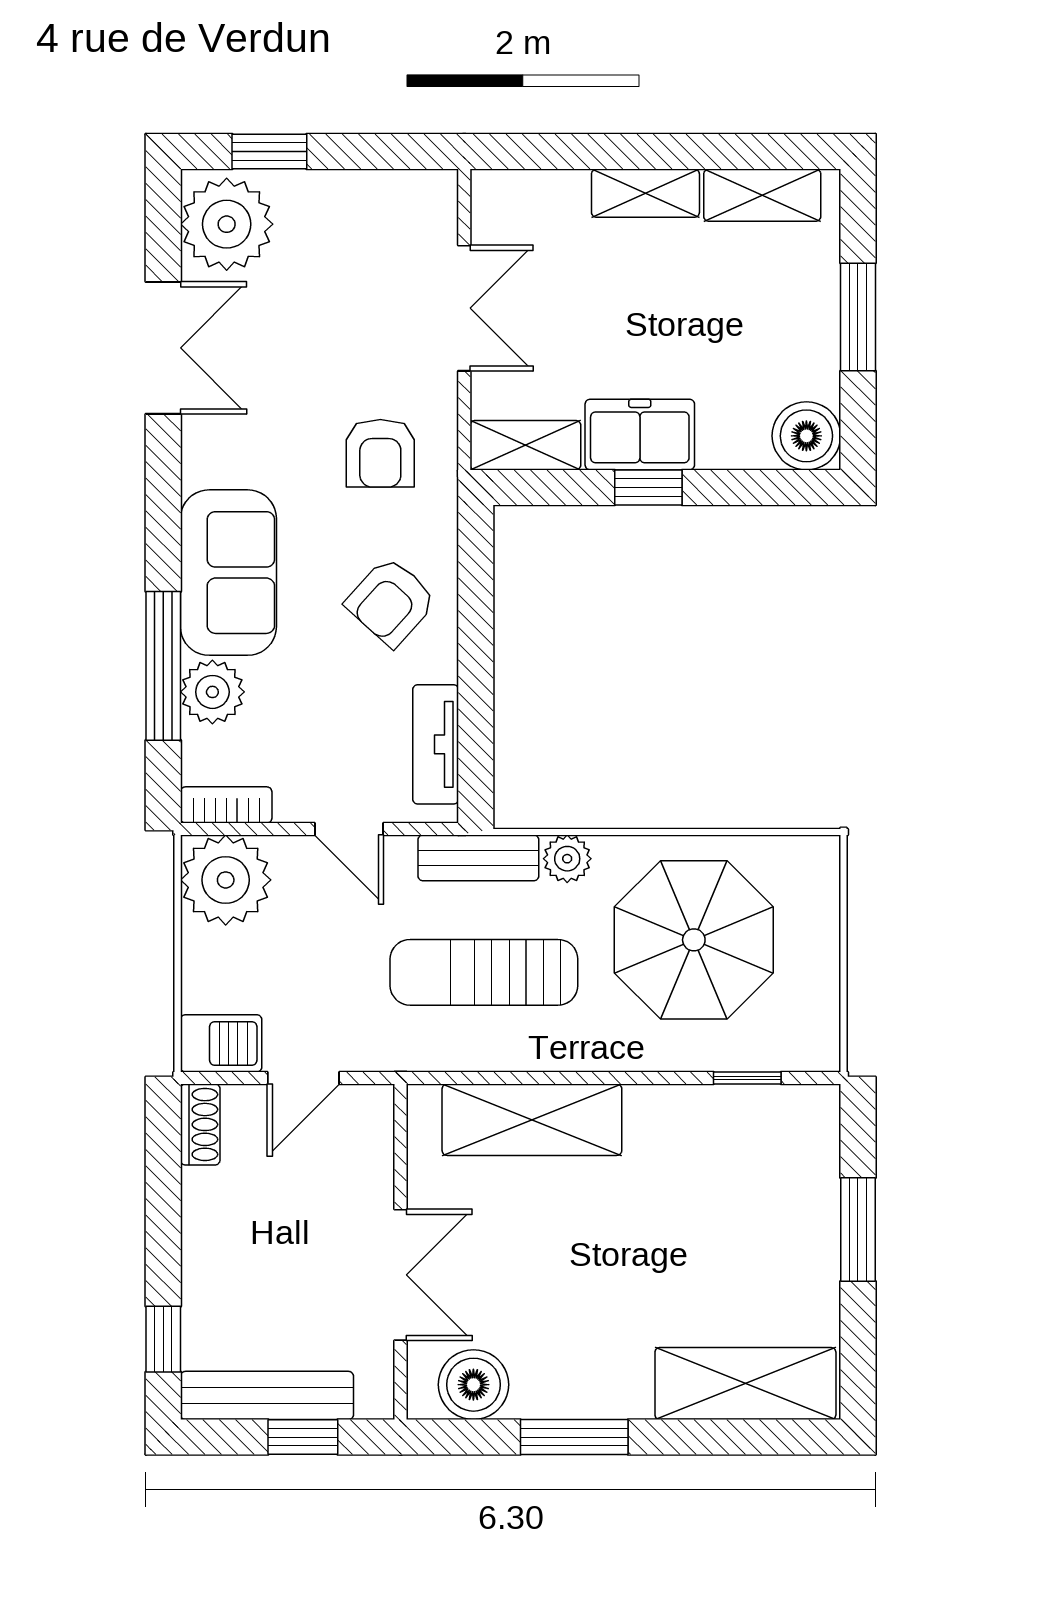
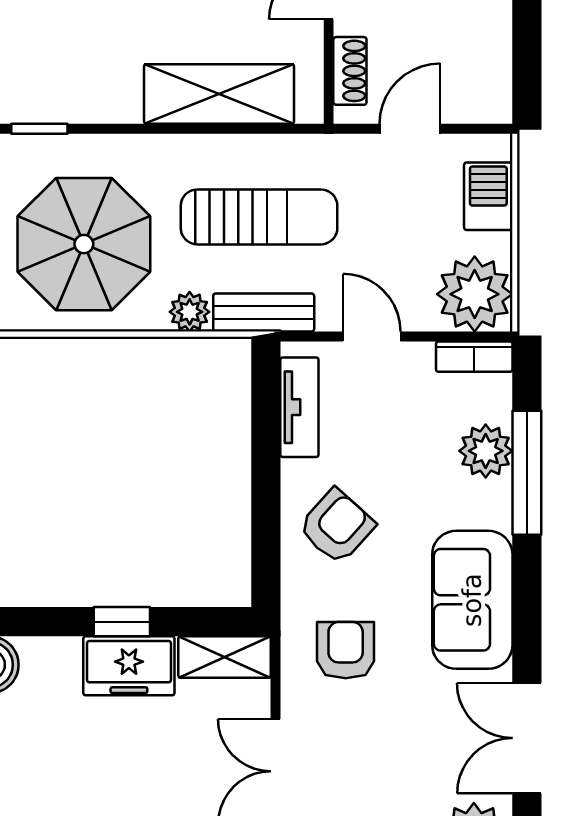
sofa: (228, 573) -> (472, 600), moved
barbecue: (221, 1043) -> (488, 196), moved, turned 90
shoe rack: (200, 1124) -> (350, 71), moved, turned 180

